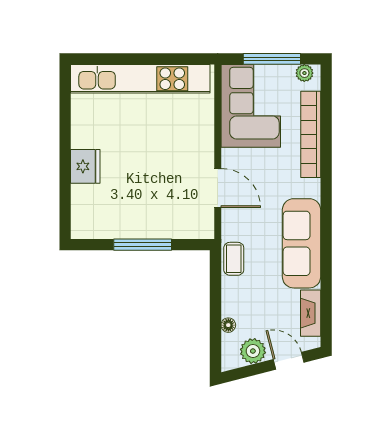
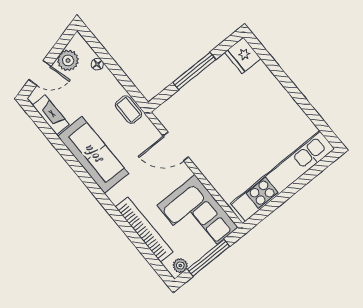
fridge: (85, 166) -> (243, 55), moved

